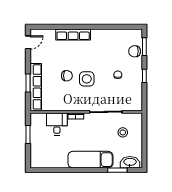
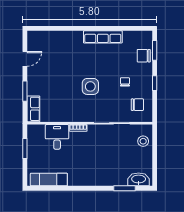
row of seats: (73, 34) -> (103, 37), moved
door: (28, 42) -> (25, 59), moved
chair: (67, 76) -> (137, 105), moved
row of seats: (36, 87) -> (33, 109), width x0.50
stool: (123, 132) -> (143, 141), moved
exam couch: (90, 160) -> (49, 179), moved, width x0.73, depth x0.69

